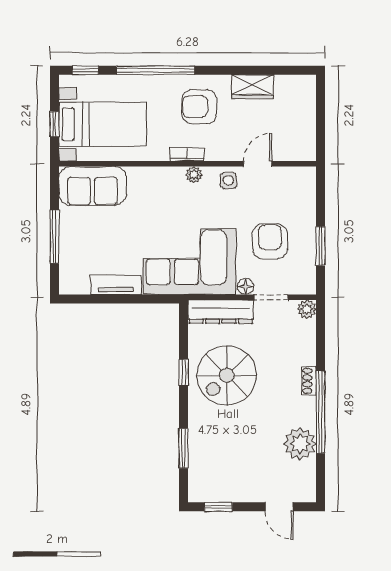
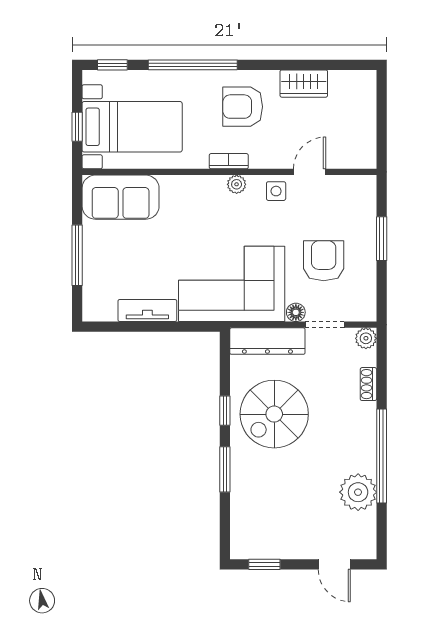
window: (321, 246) -> (382, 239), moved
shoe rack: (309, 381) -> (368, 384), moved
window: (184, 448) -> (225, 469), moved

